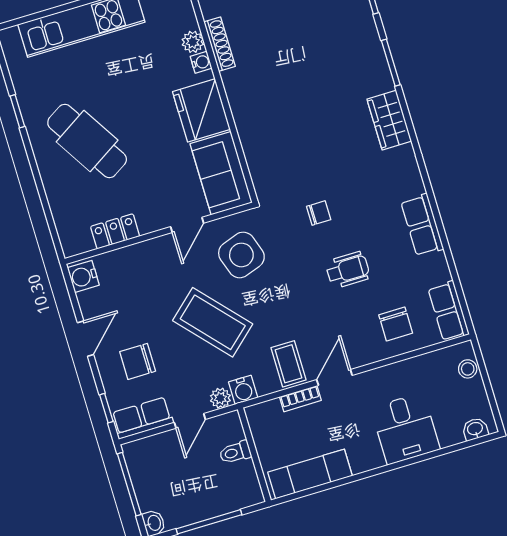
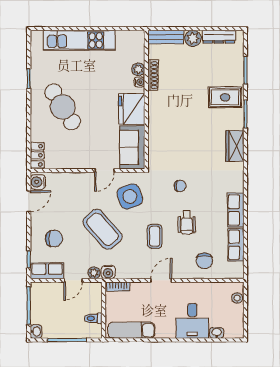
rug: (349, 45) -> (225, 97), added
locker: (115, 231) -> (37, 155), moved, turned 90
wheelchair: (348, 270) -> (187, 223), turned 90
row of seats: (449, 311) -> (236, 245), moved
door: (86, 339) -> (29, 201), moved
chair: (138, 361) -> (54, 239), turned 180
coffee table: (288, 364) -> (155, 236), moved
bookcase: (300, 399) -> (118, 287), moved
washbasin: (475, 429) -> (217, 333), moved
toilet: (235, 452) -> (93, 318), moved

